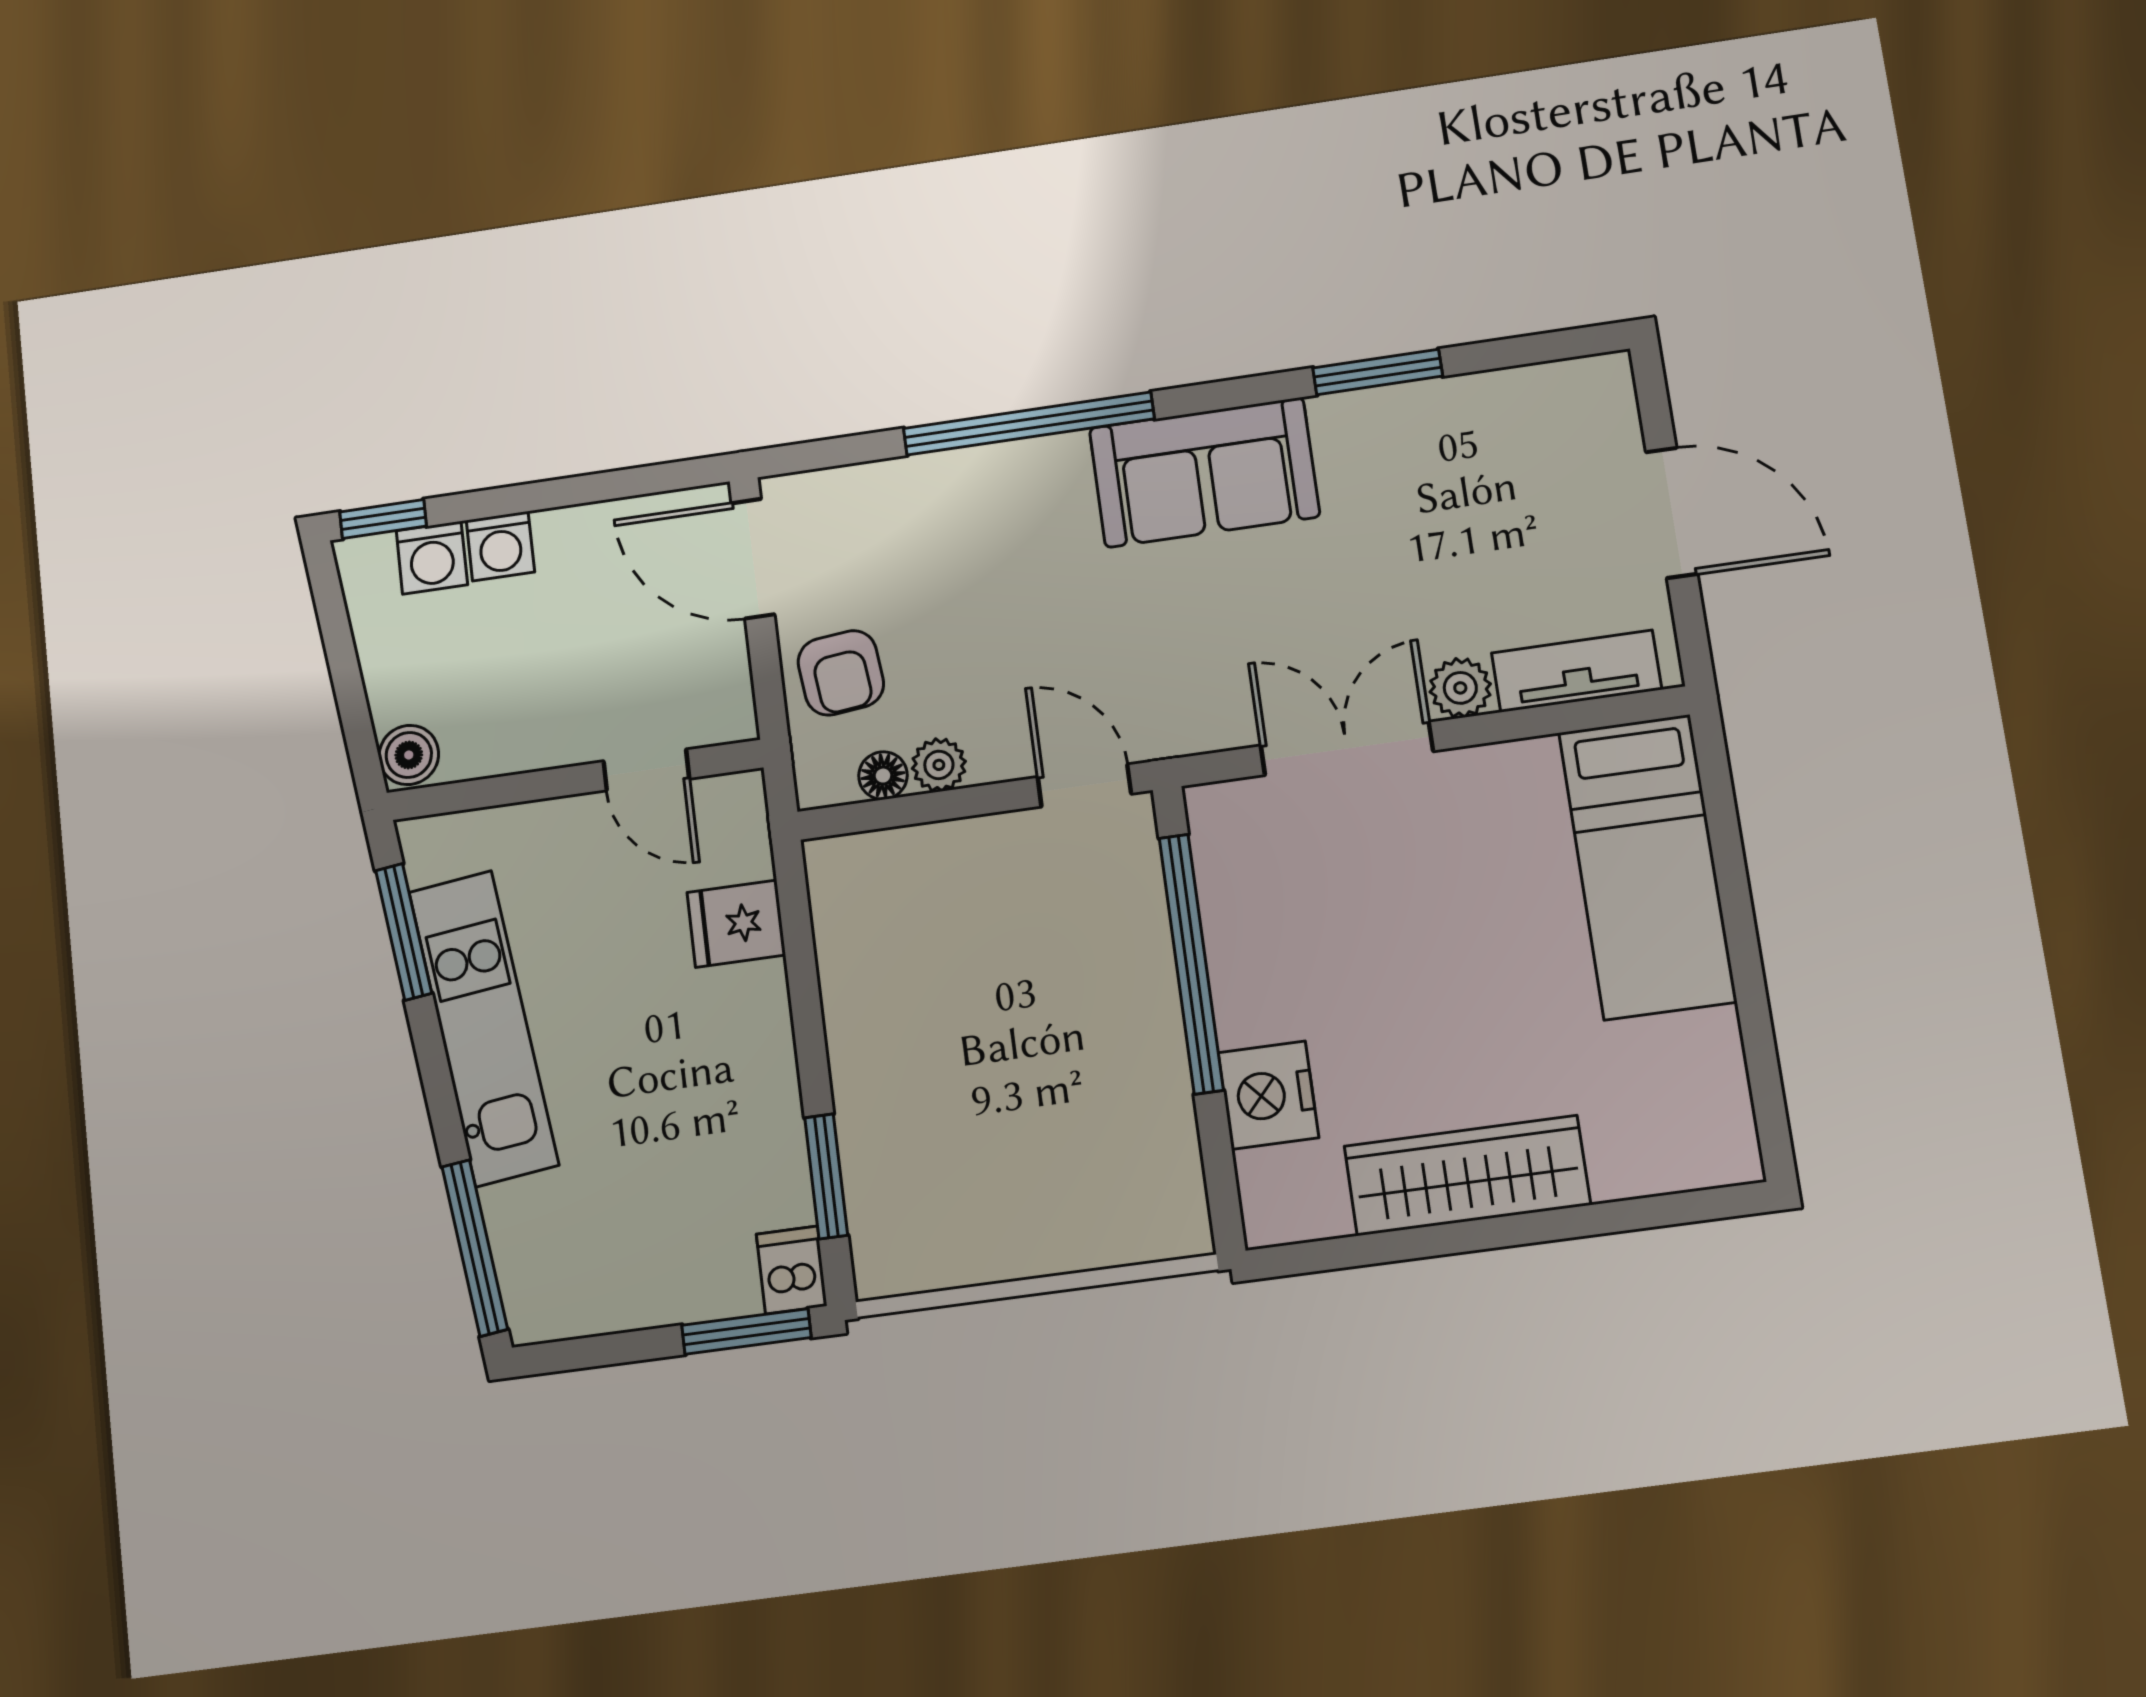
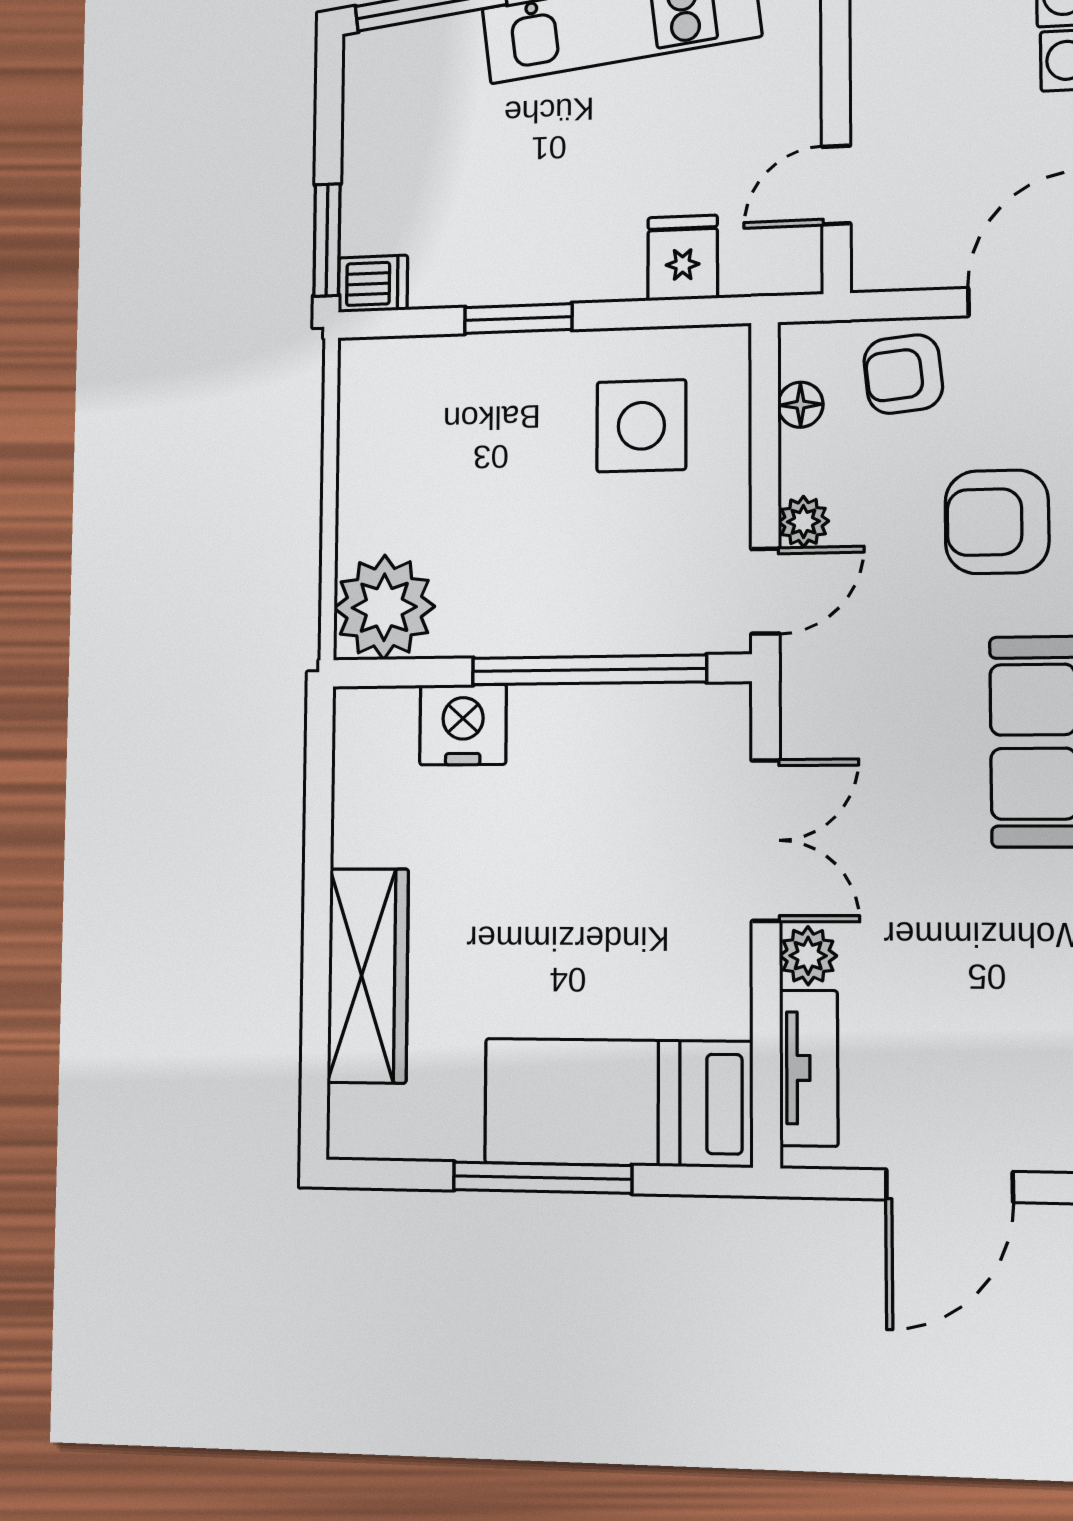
armchair: (985, 557) -> (997, 522), added
plant: (939, 765) -> (803, 522), moved
window: (1741, 937) -> (542, 1178), added
side table: (922, 943) -> (641, 426), added
window: (826, 1176) -> (518, 318), moved
wardrobe: (1467, 1176) -> (368, 975), moved
plant: (1150, 1204) -> (384, 607), added

